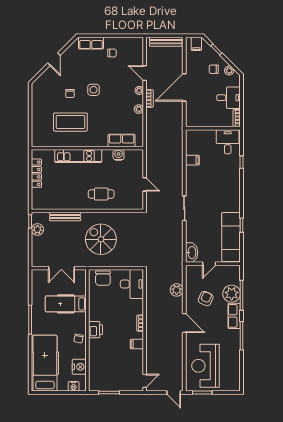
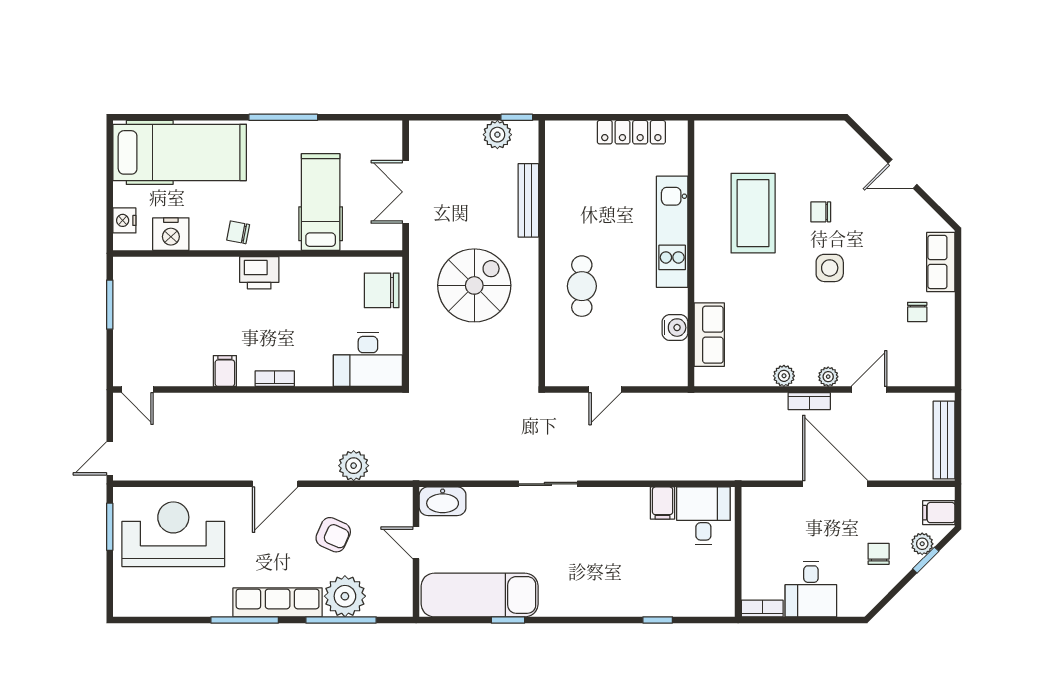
plant: (229, 71) -> (922, 544), moved
desk: (228, 142) -> (703, 516), moved, turned -90
row of seats: (234, 316) -> (278, 602), width x1.48

